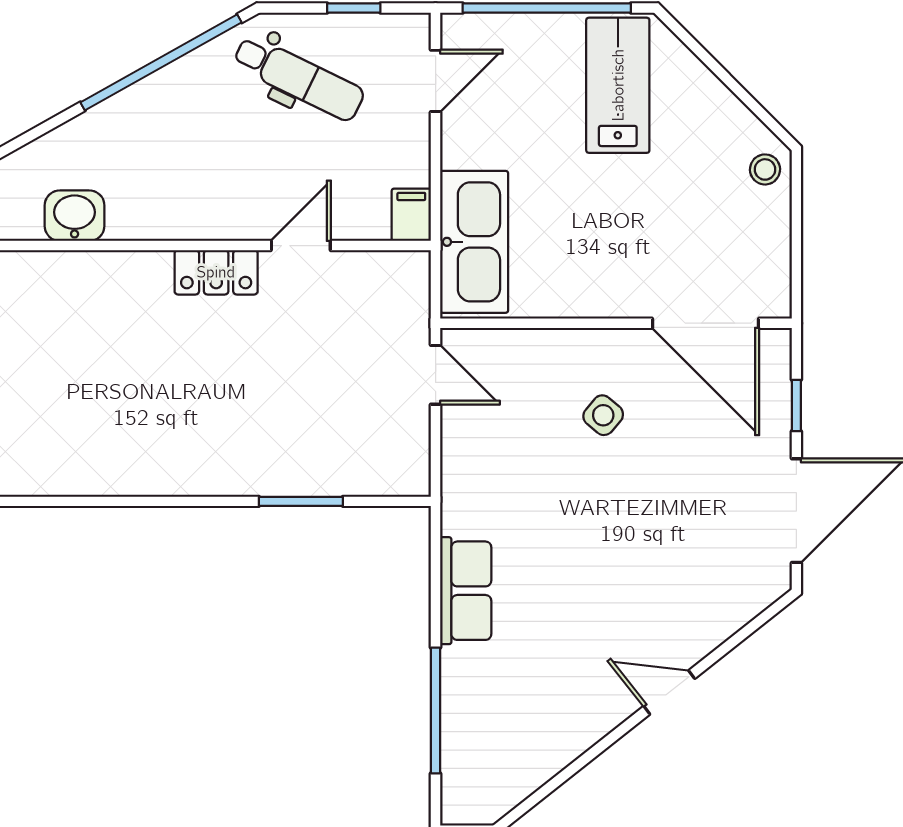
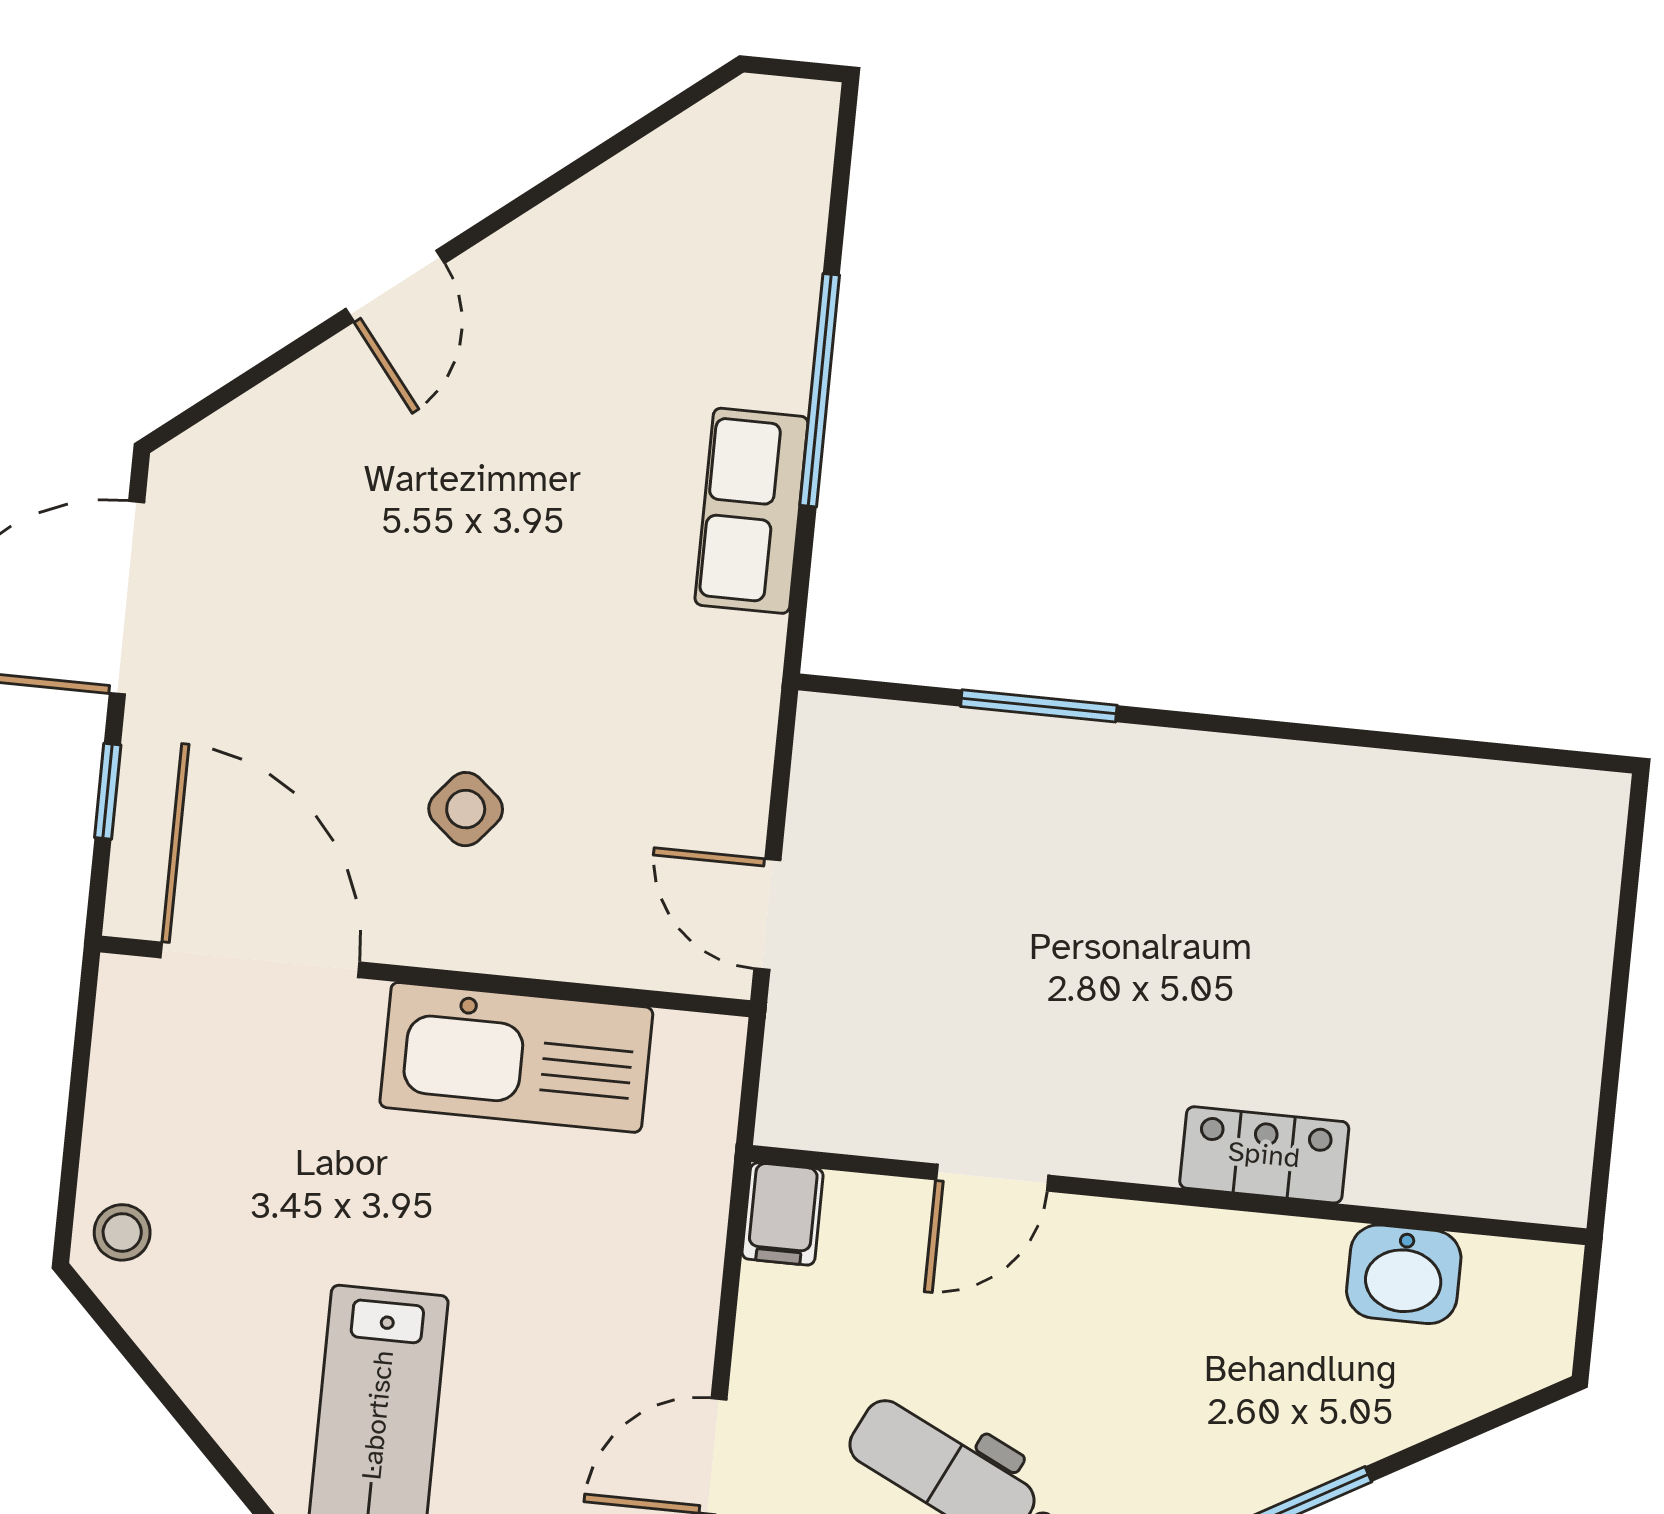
kitchen sink: (474, 242) -> (516, 1057), moved, turned -90
locker: (216, 272) -> (1264, 1155), moved
door: (669, 692) -> (395, 286), hinge flipped
window: (436, 710) -> (820, 390), moved

